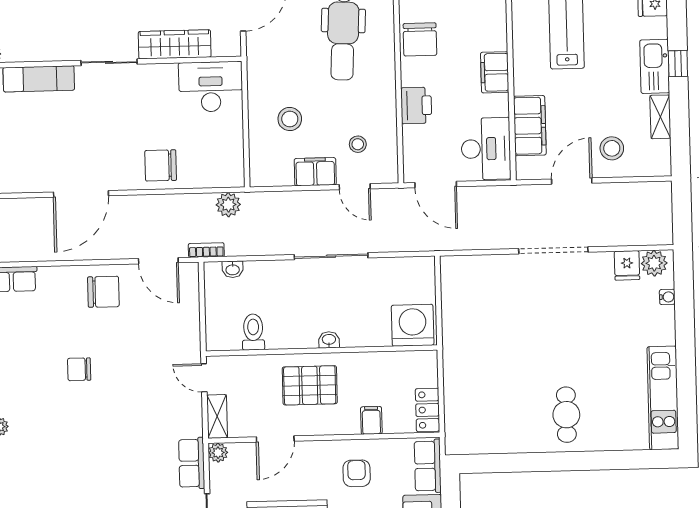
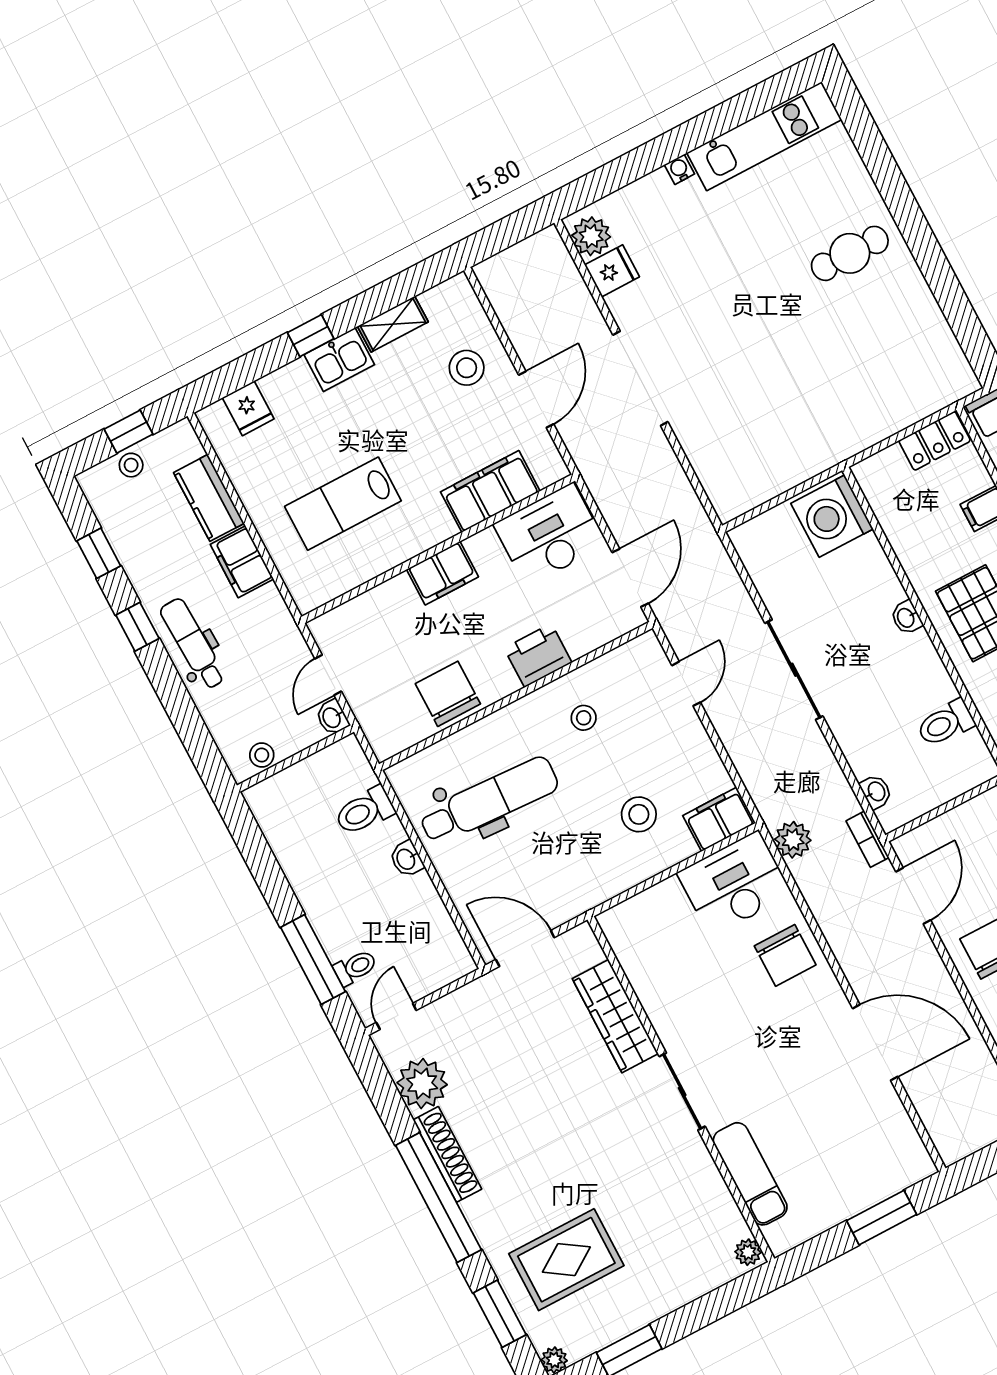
chair: (420, 39) -> (448, 694), turned -90
kitchen sink: (655, 66) -> (339, 360), width x0.73
desk: (211, 87) -> (735, 883), moved, turned 90
stool: (358, 144) -> (584, 718), moved
filing cabinet: (315, 172) -> (719, 819), moved, turned 90
door: (572, 181) -> (536, 399), swing flipped
water cooler: (667, 297) -> (679, 169), moved

